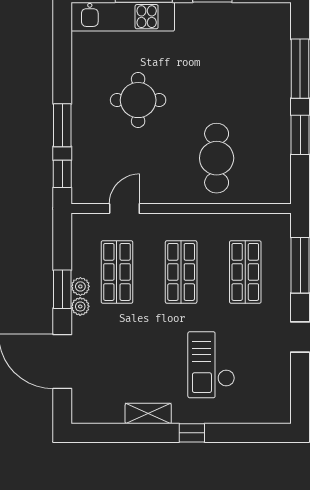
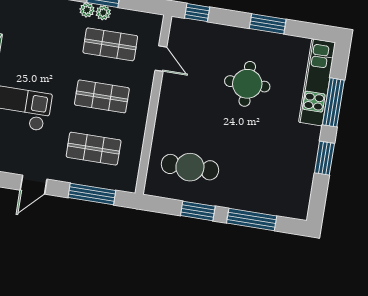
window: (62, 125) -> (268, 24), moved
cafe table: (217, 158) -> (190, 167), moved

